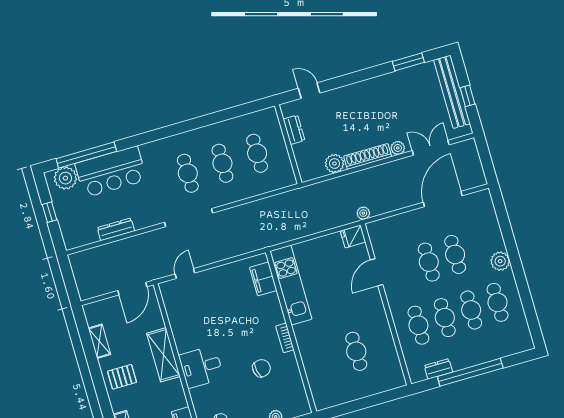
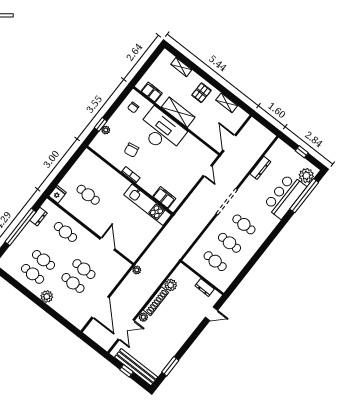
fridge: (353, 236) -> (57, 194), moved
cafe table: (445, 318) -> (54, 246), removed
shelving: (163, 355) -> (178, 112), moved
desk: (201, 367) -> (161, 131), width x1.87, depth x1.30

